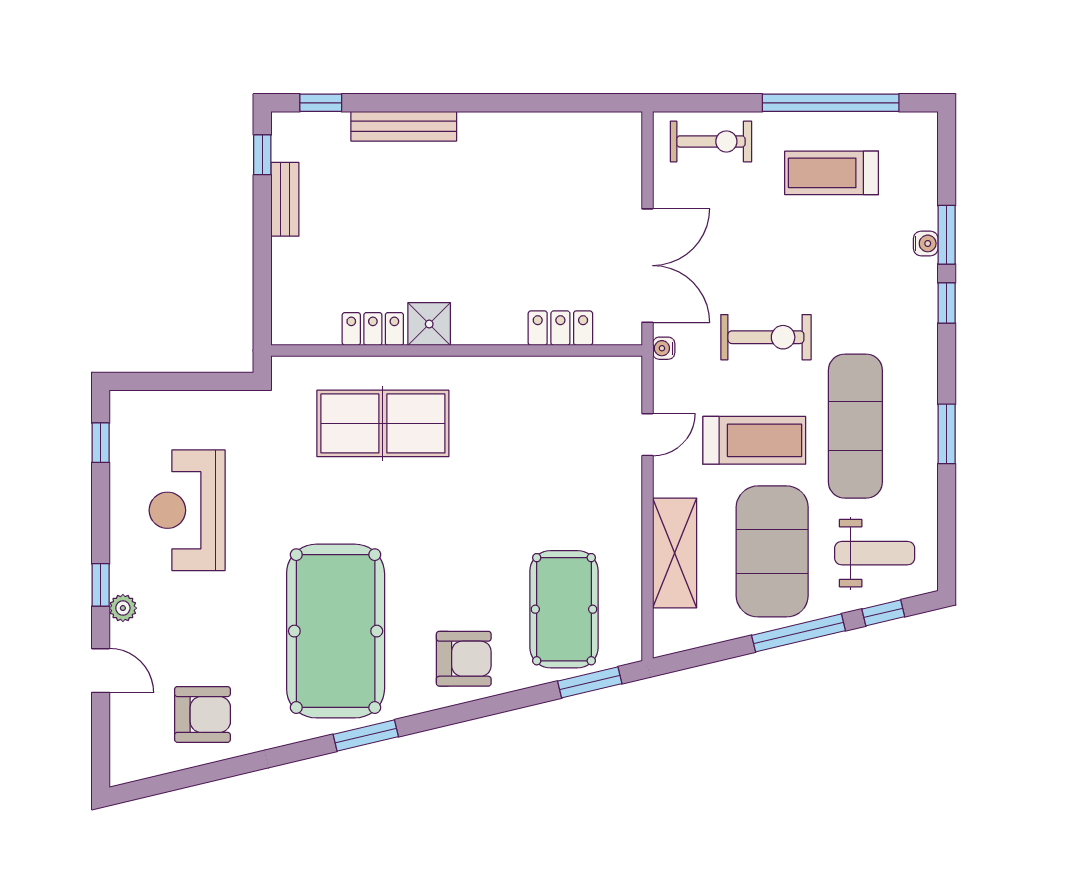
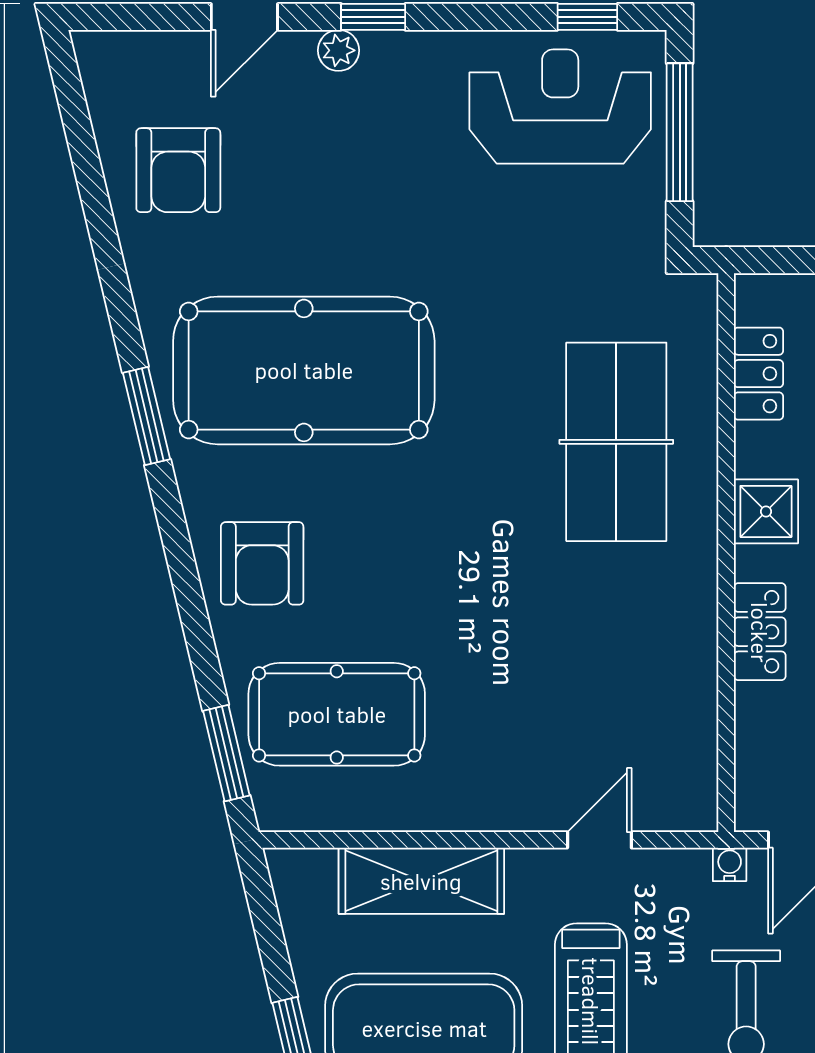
locker: (560, 328) -> (760, 632), moved
locker: (373, 329) -> (759, 374), moved
window: (177, 381) -> (680, 132), added
door: (647, 435) -> (599, 840), swing flipped
reception desk: (187, 510) -> (560, 107), moved

